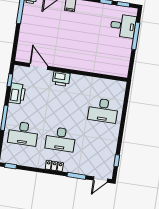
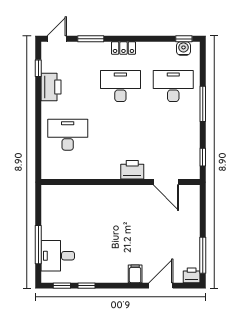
printer: (17, 94) -> (51, 87), moved, turned 180
water cooler: (12, 159) -> (183, 49), added

